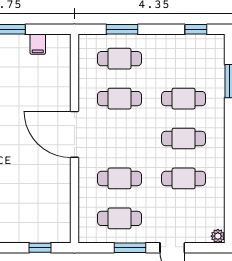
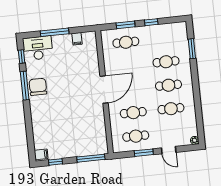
window: (196, 29) -> (151, 22), moved
cafe table: (119, 99) -> (128, 66), removed
door: (74, 134) -> (104, 90), swing flipped
window: (40, 248) -> (91, 158), width x2.17

